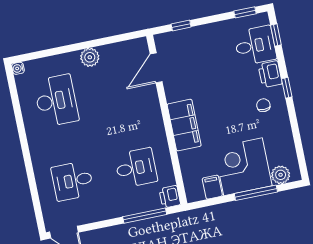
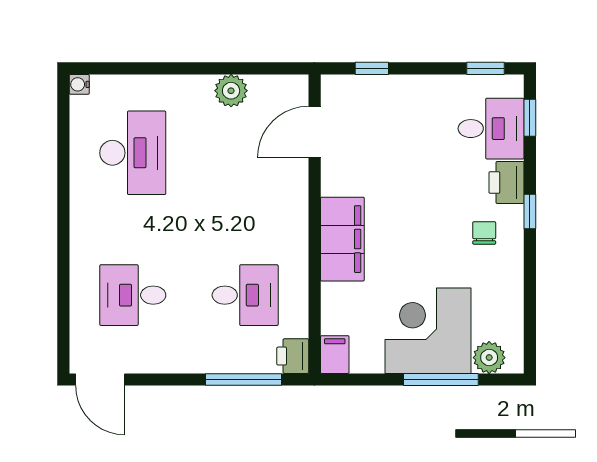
plant: (90, 57) -> (231, 91), moved
filing cabinet: (212, 187) -> (335, 355), moved

